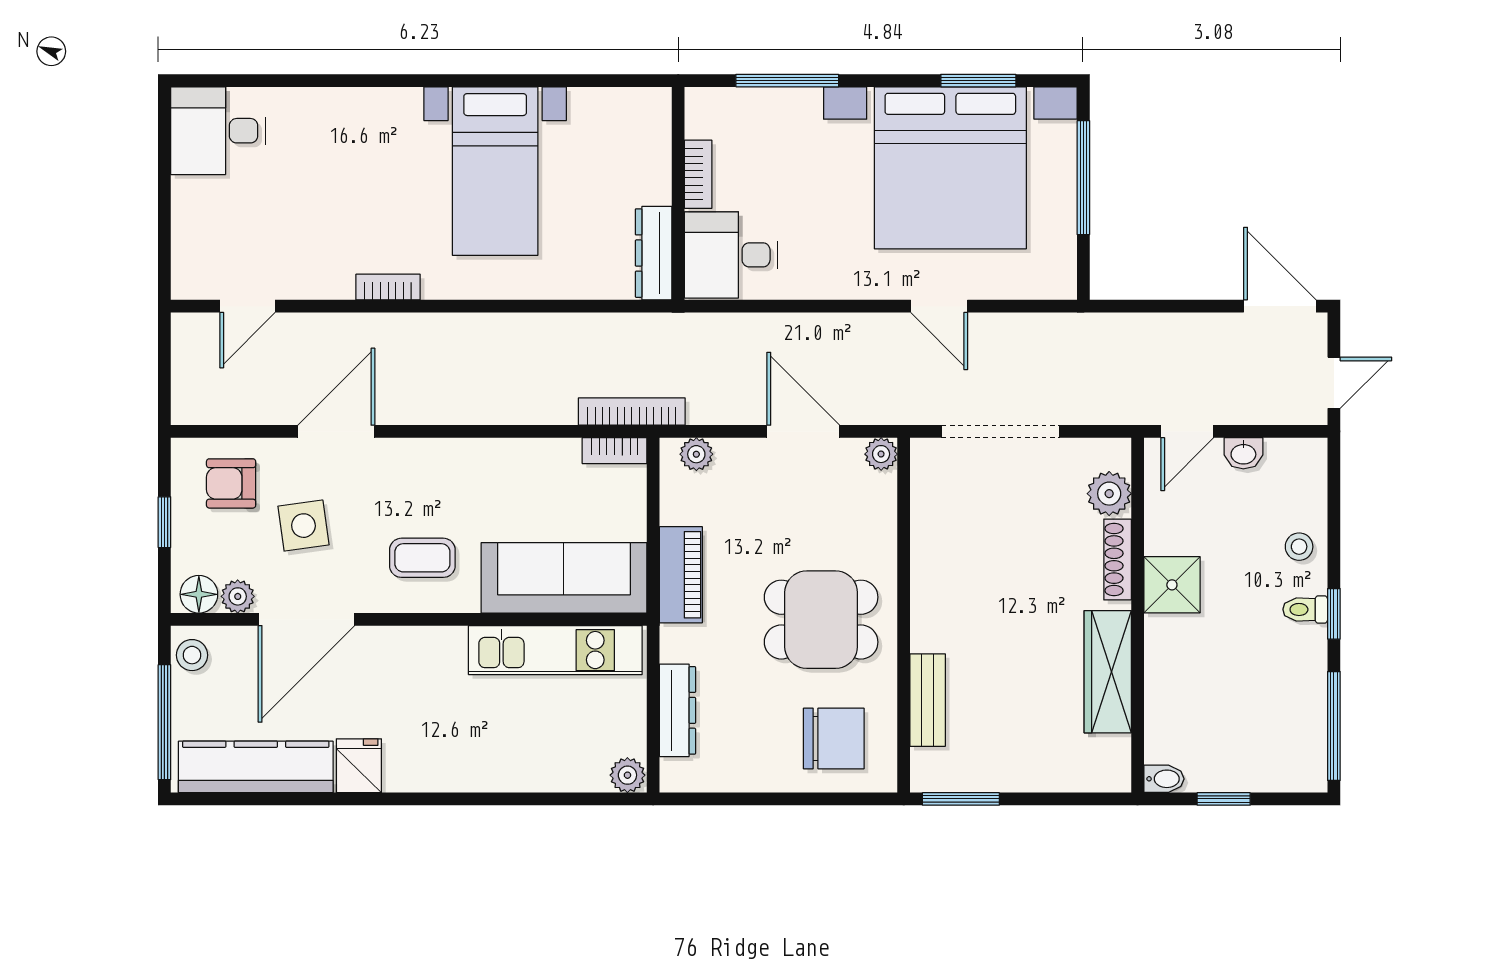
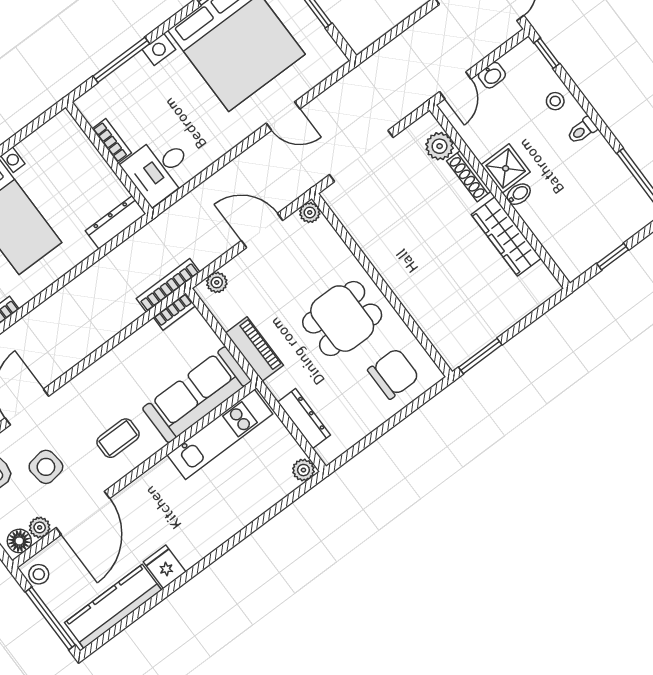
dresser: (654, 253) -> (116, 222), moved, turned 90
window: (1334, 614) -> (547, 53), moved
bench: (928, 700) -> (426, 319), removed
bidet: (1164, 779) -> (519, 194), moved

